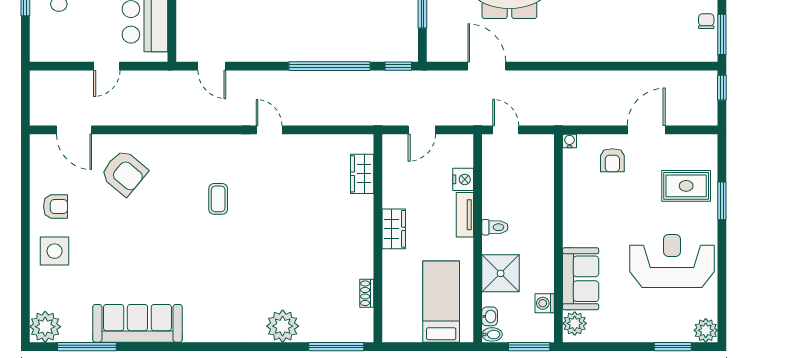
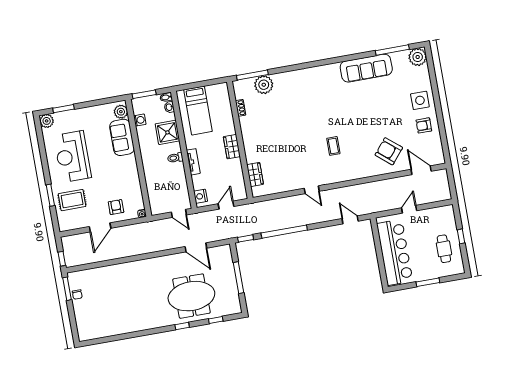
nightstand: (463, 179) -> (201, 196), moved
reception desk: (672, 261) -> (72, 156), turned 90
plant: (283, 326) -> (264, 85), moved

